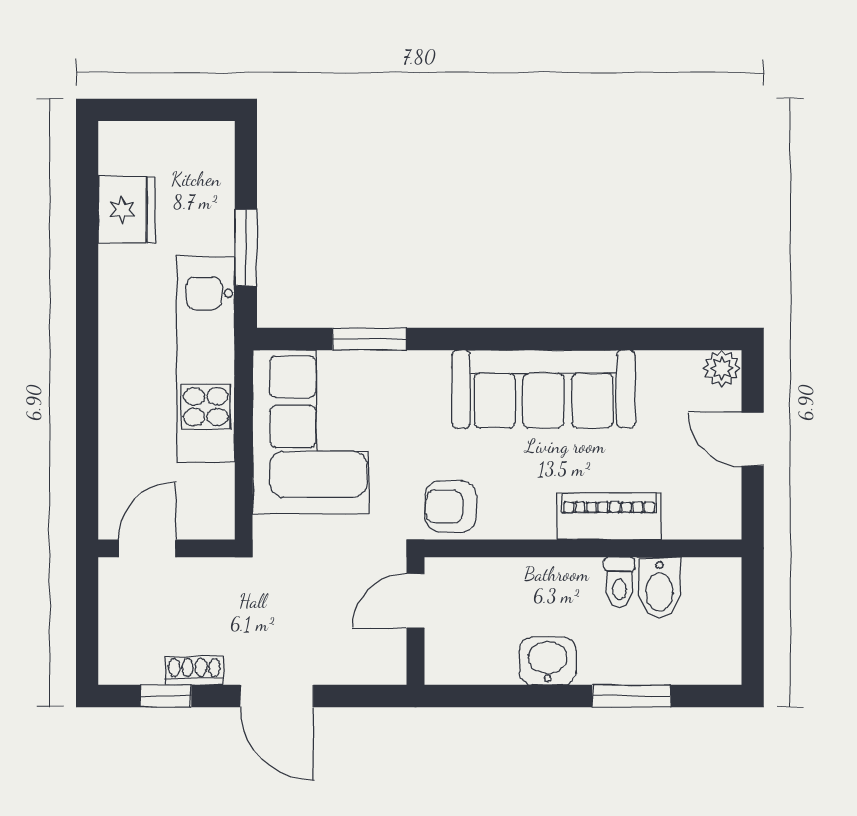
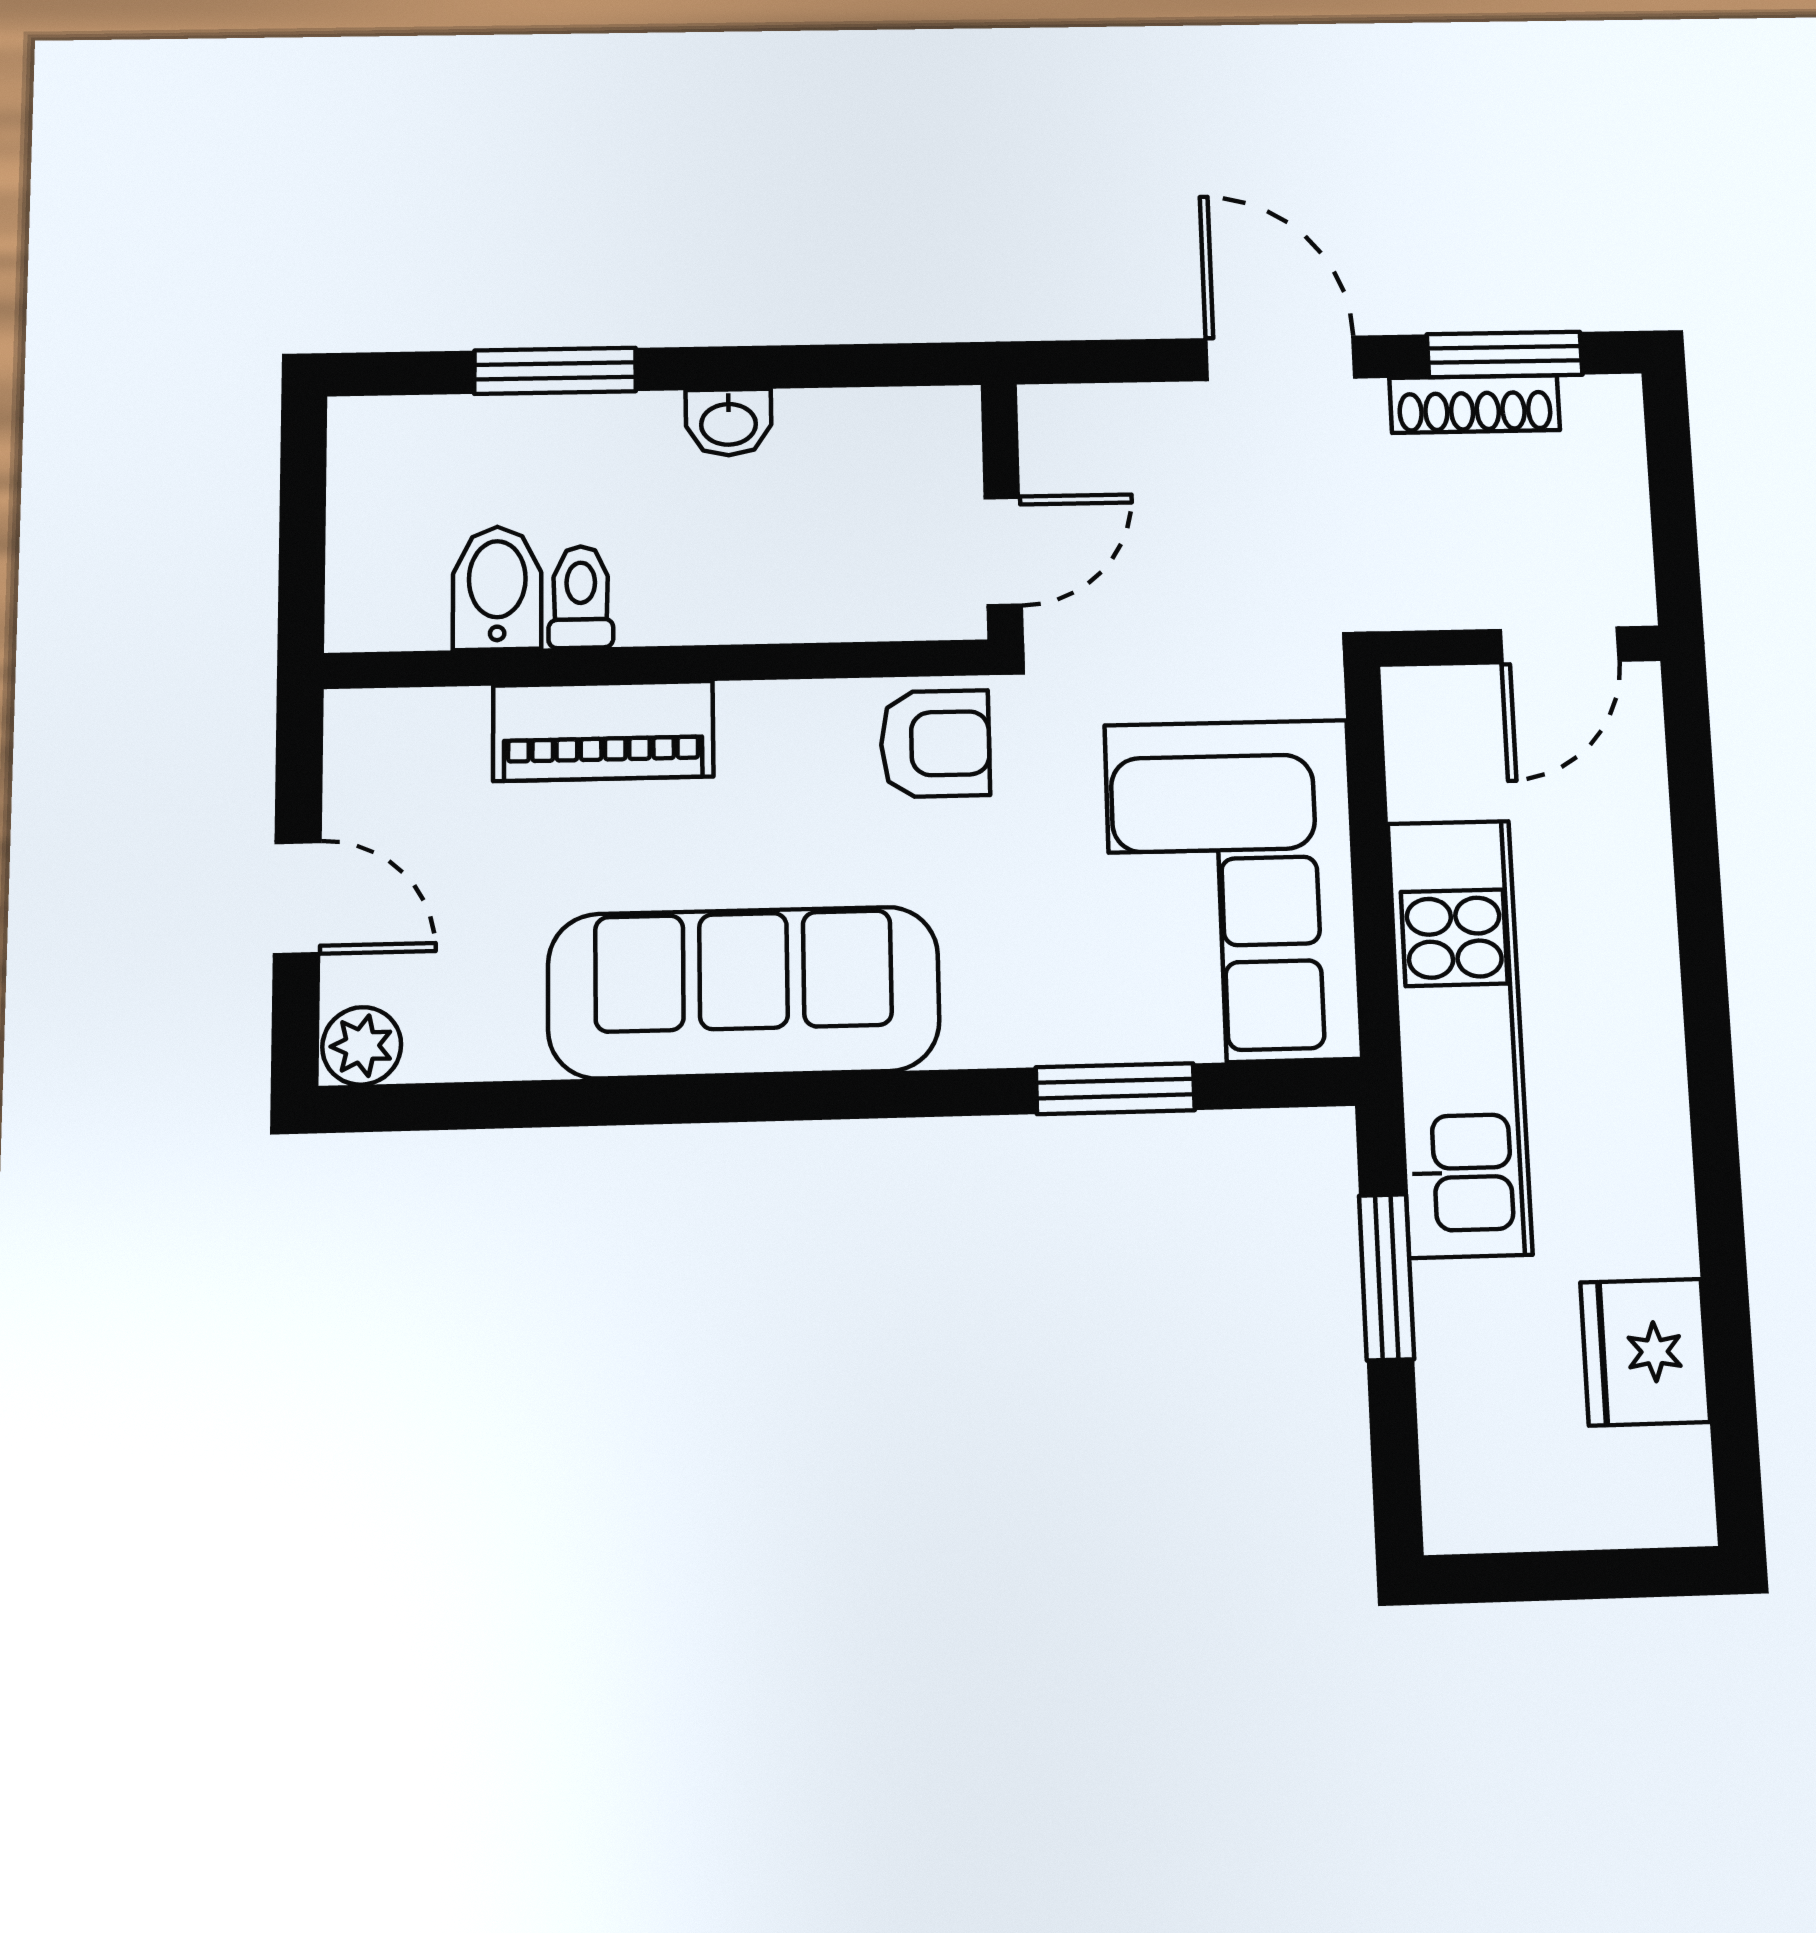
washbasin: (548, 661) -> (728, 422), width x0.72, depth x0.69
shoe rack: (194, 671) -> (1475, 404), width x1.43
window: (166, 696) -> (1505, 354), width x1.50

